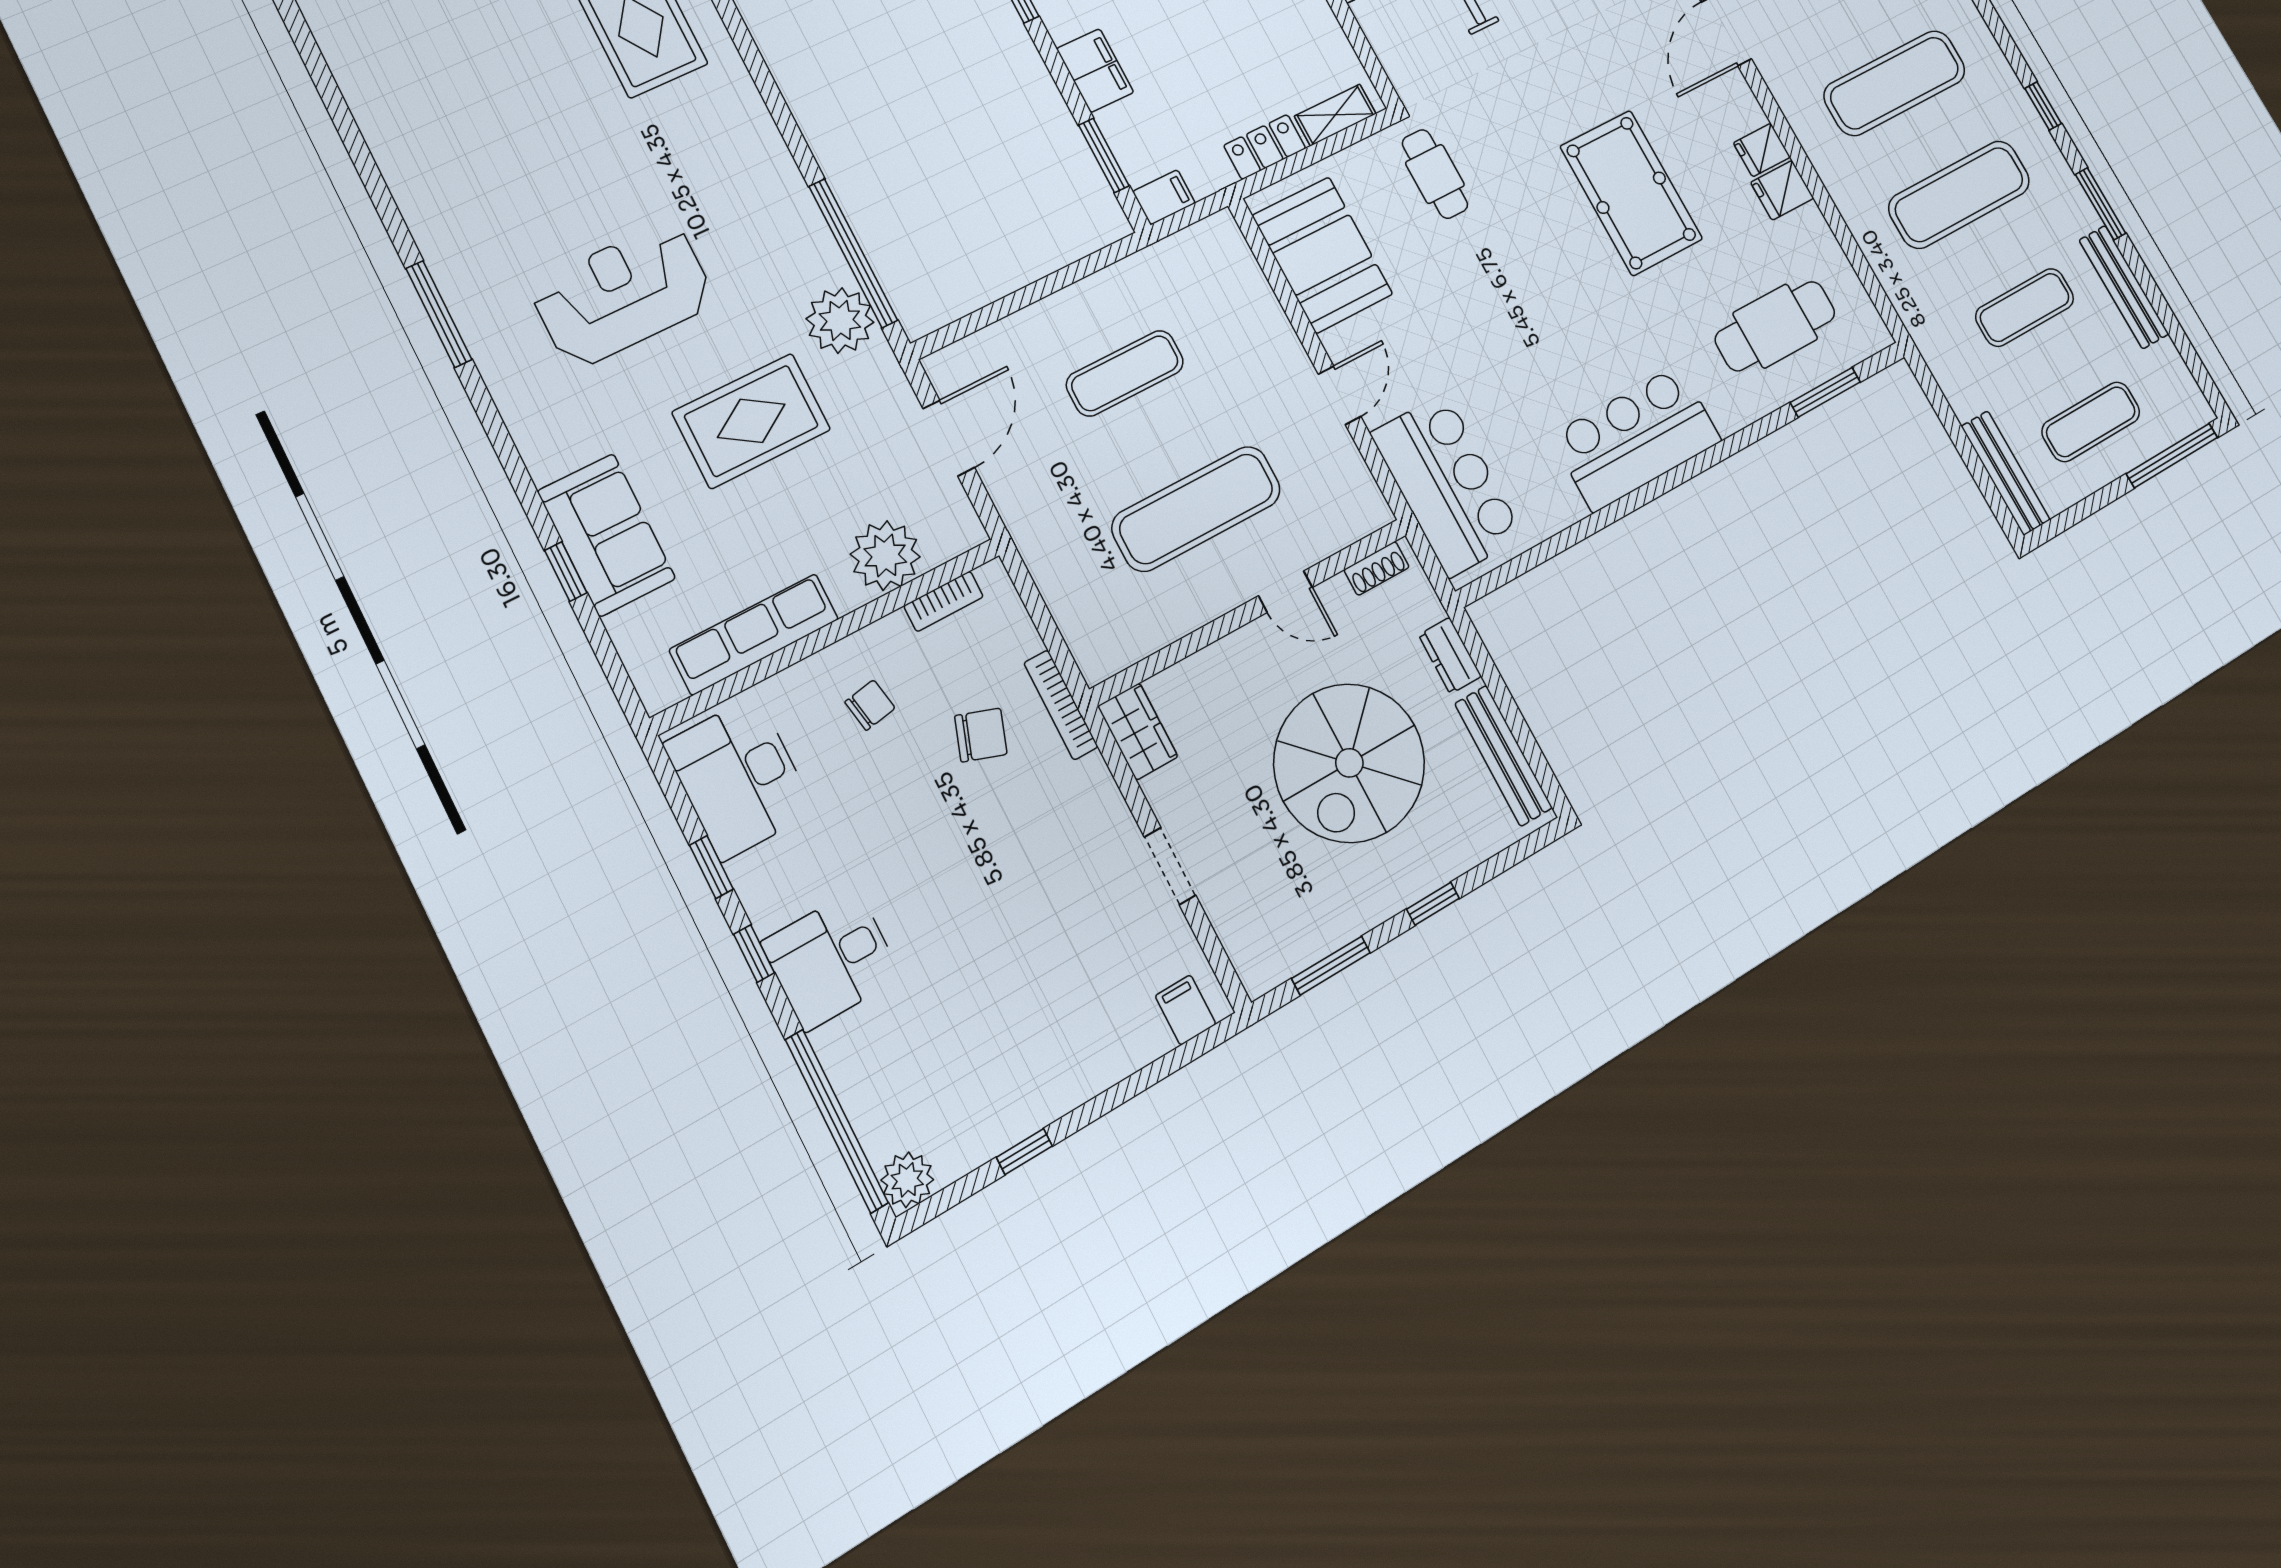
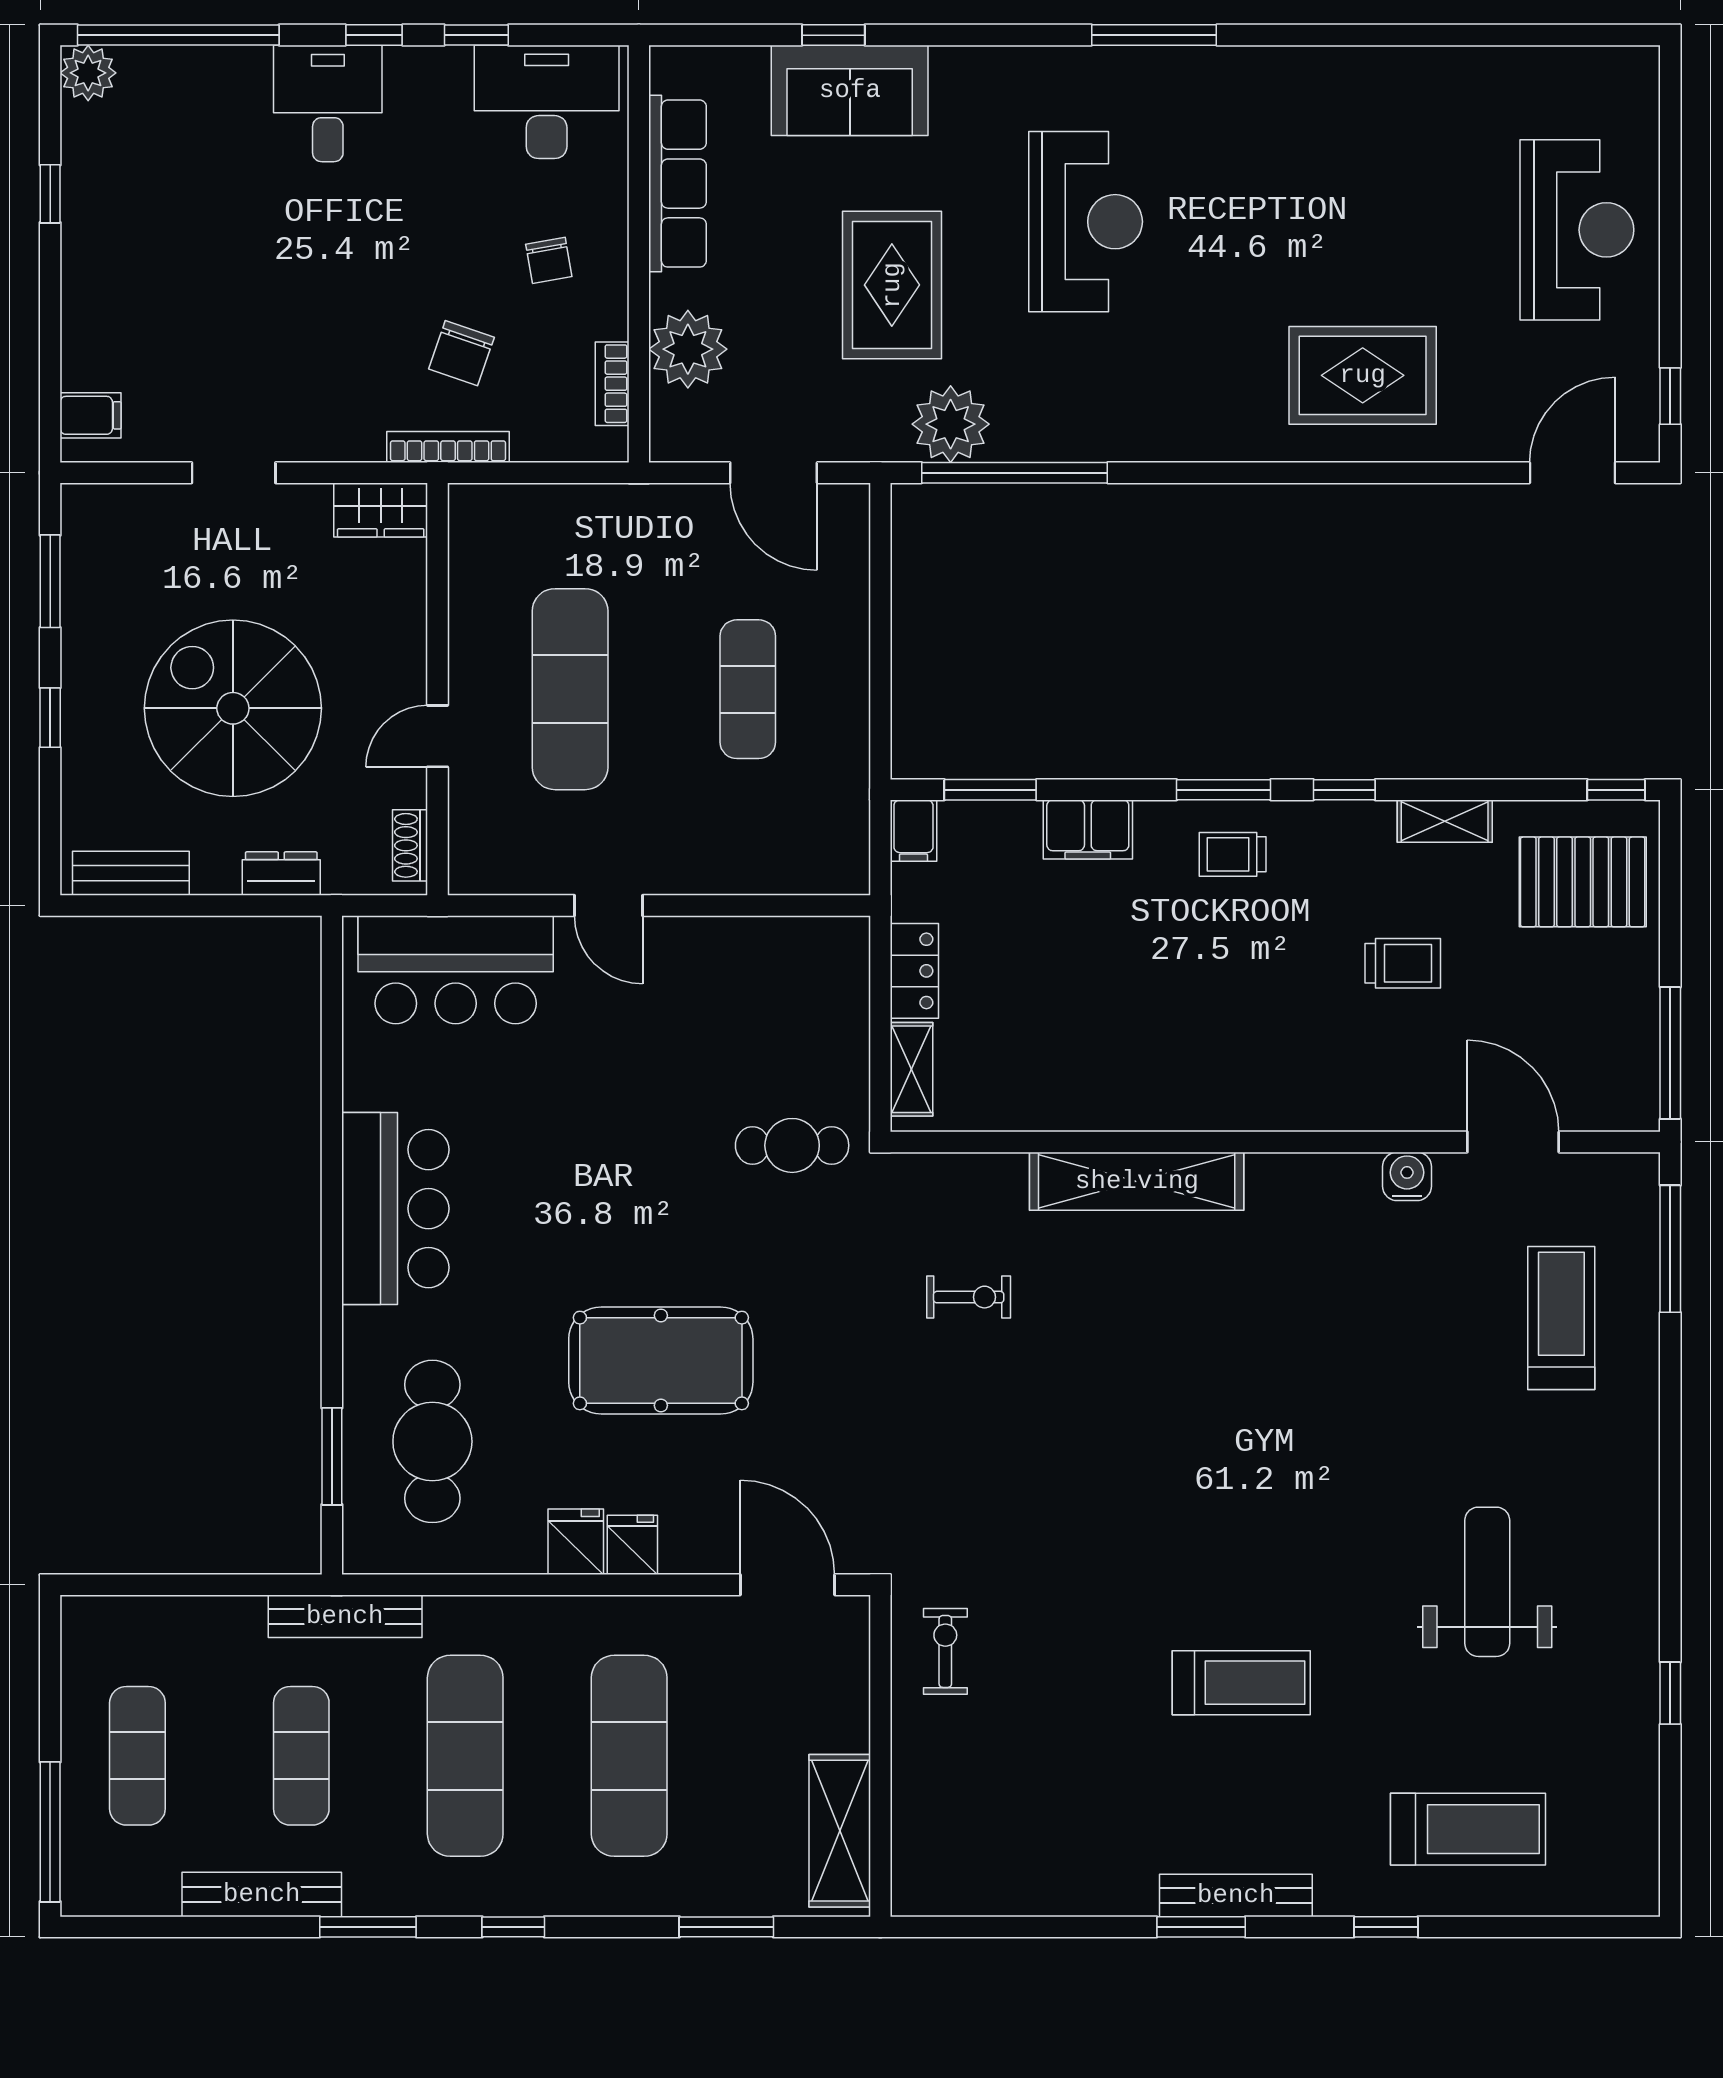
booth: (1322, 255) -> (766, 970), removed
bench: (2006, 473) -> (345, 1616), moved
bench: (1503, 756) -> (131, 873), width x0.73

